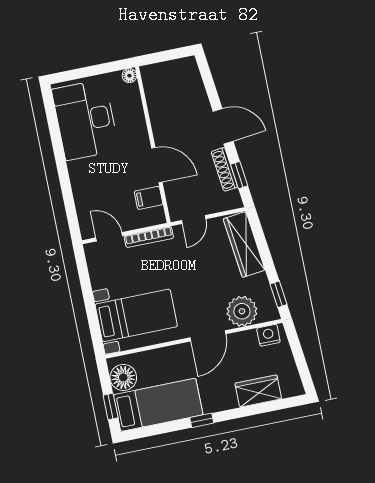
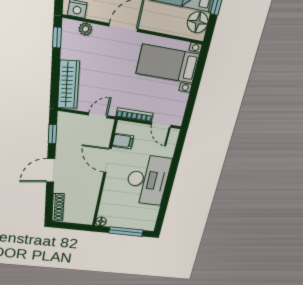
window: (89, 72) -> (126, 232), added
desk: (85, 120) -> (148, 180), moved
door: (223, 126) -> (51, 170), hinge flipped
shoe rack: (224, 169) -> (58, 207), moved
plant: (242, 311) -> (86, 29), width x0.53, depth x0.53

